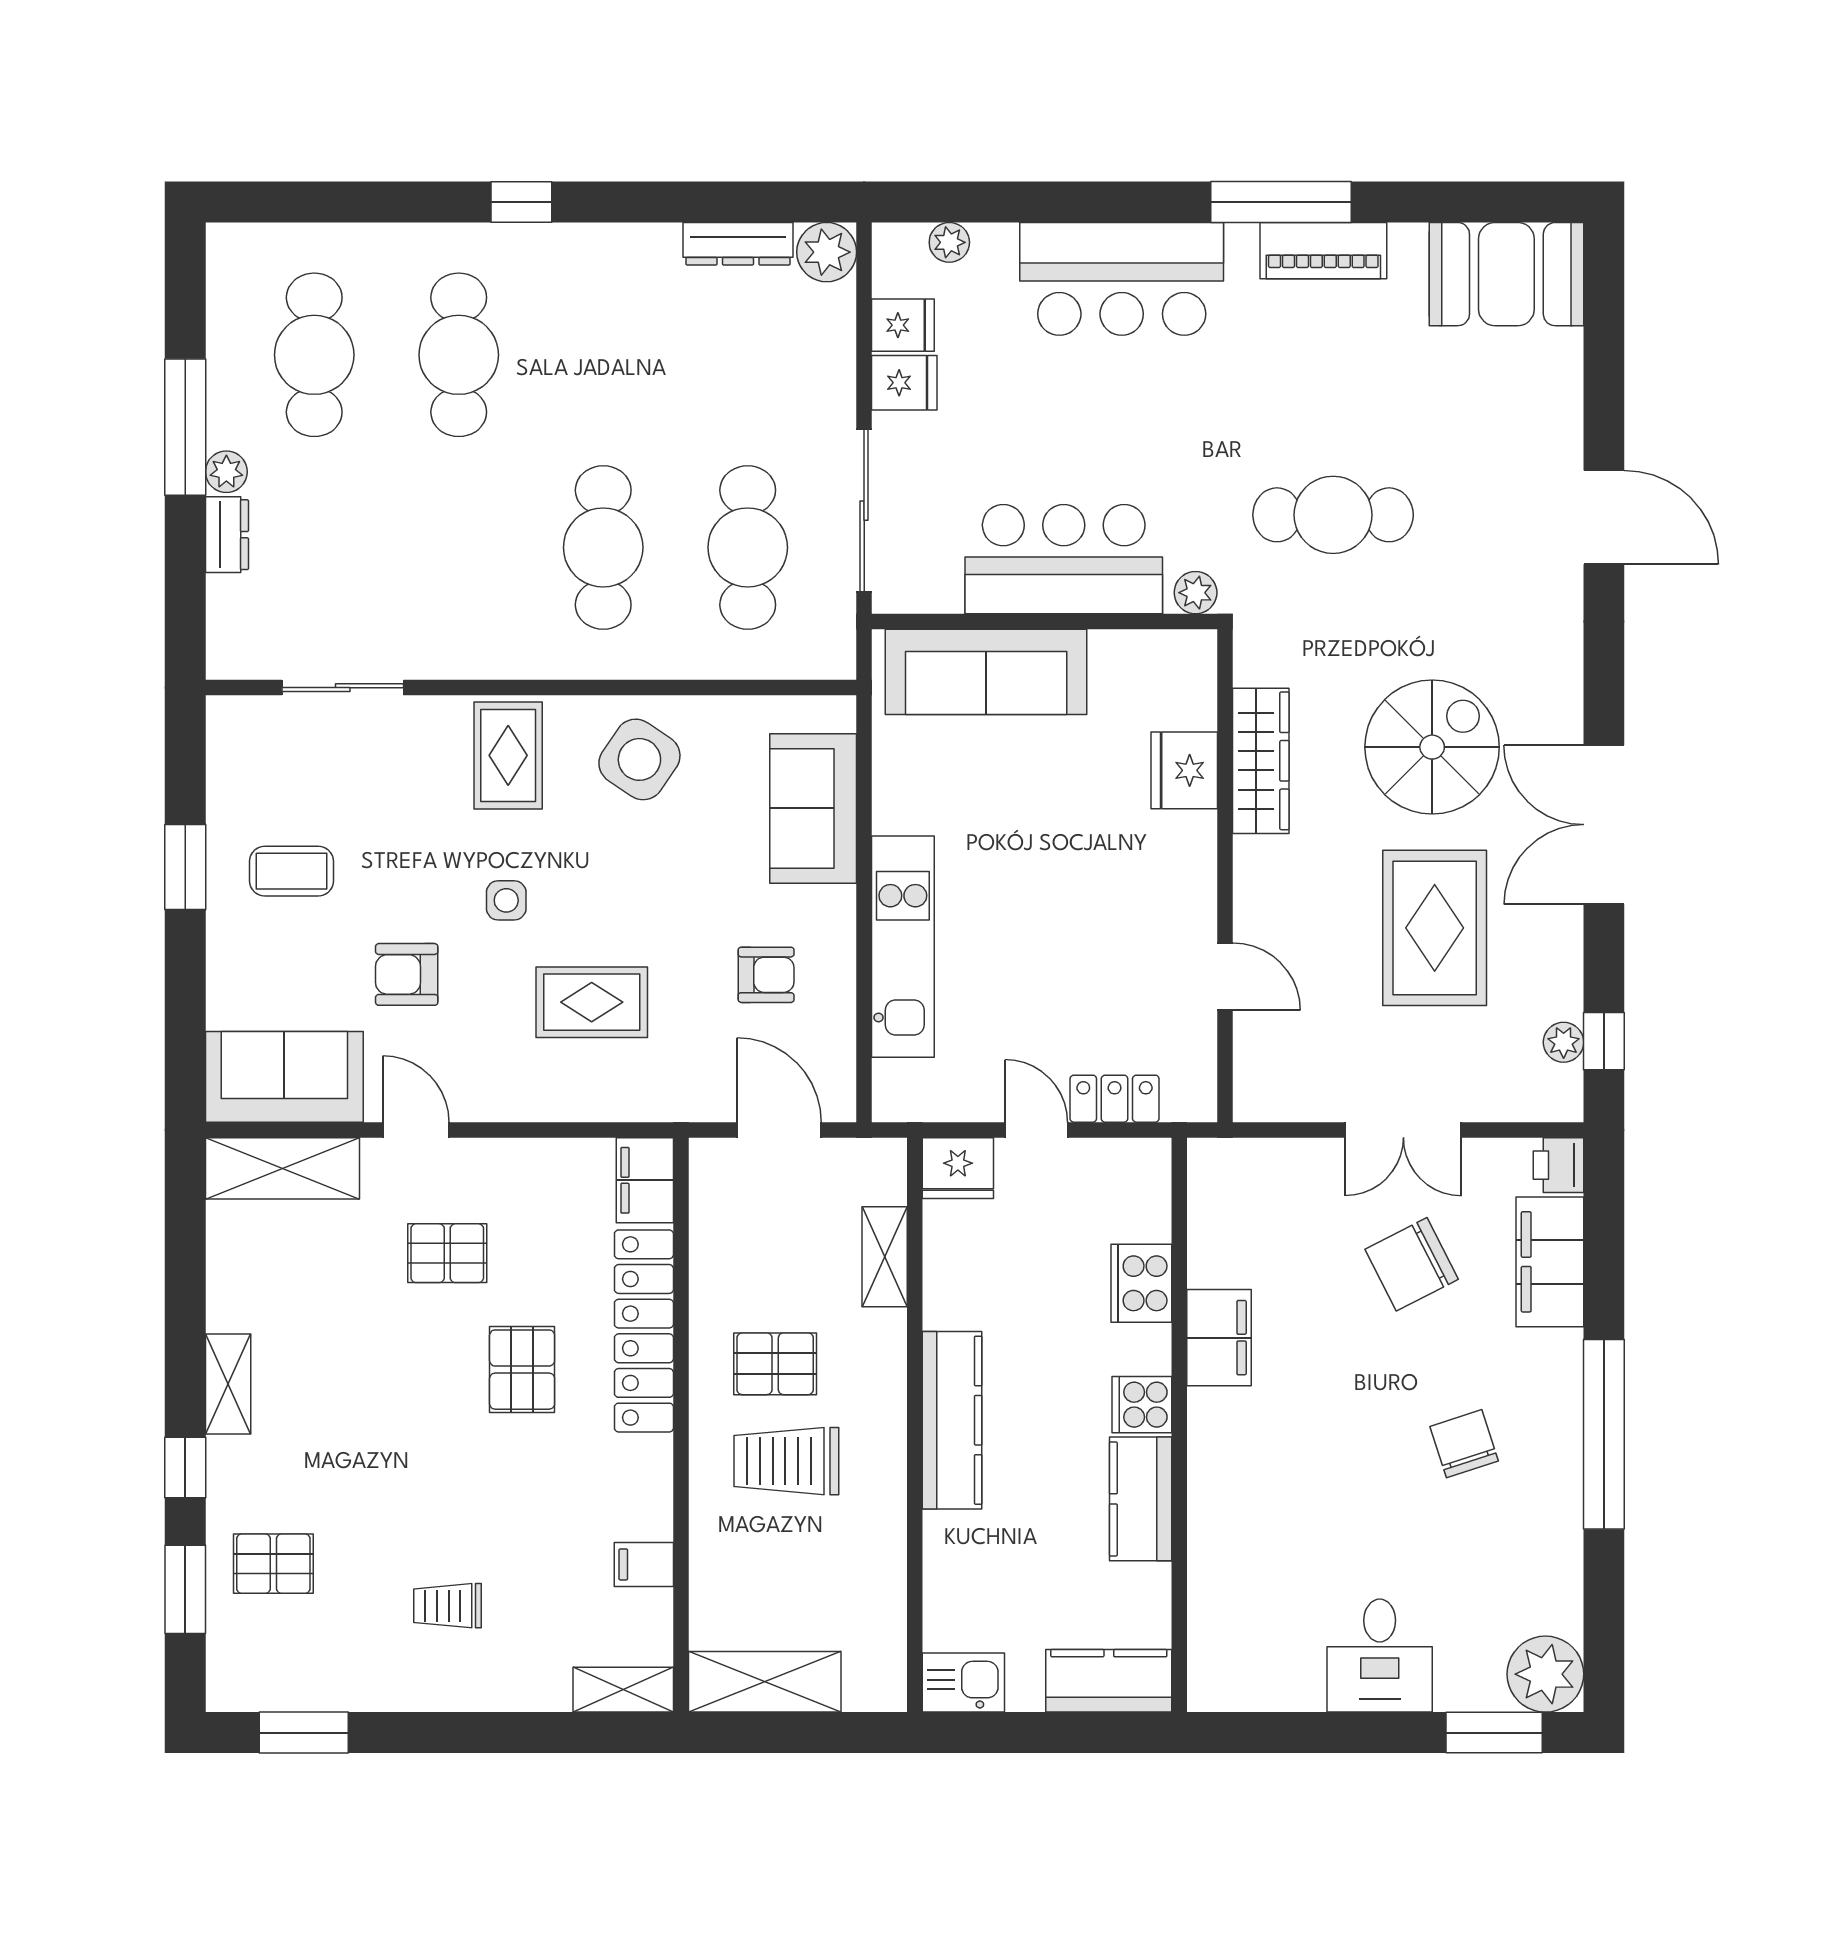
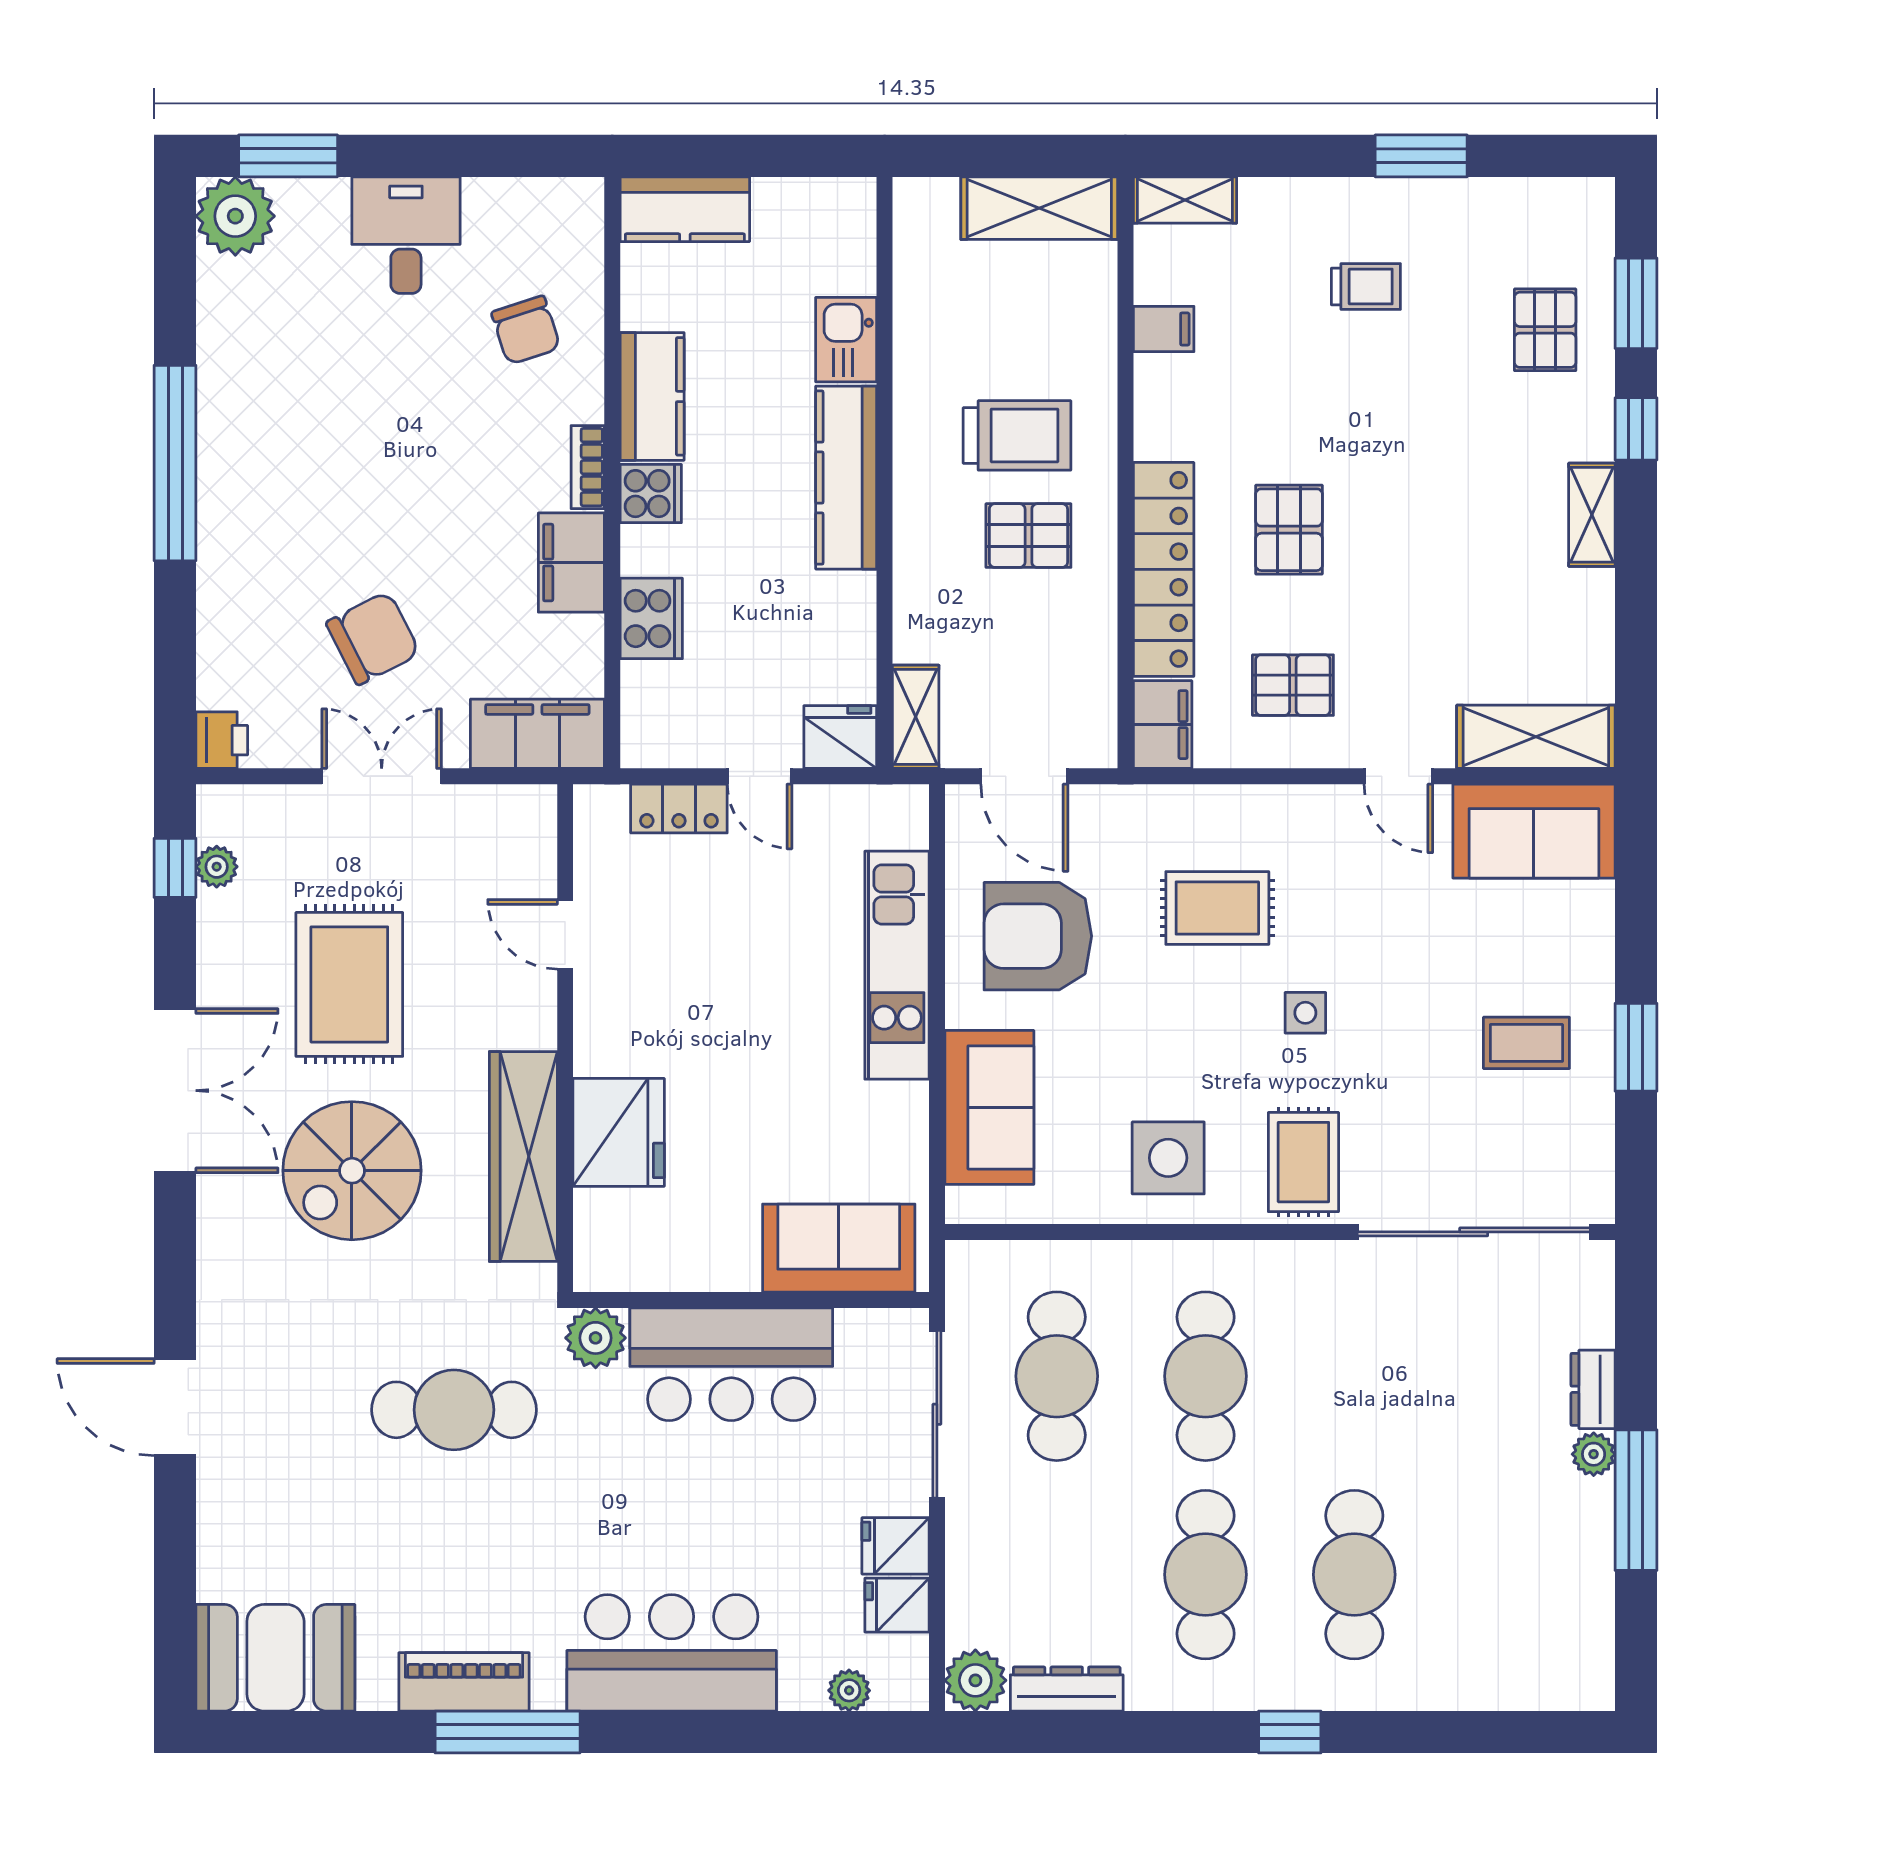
cafe table: (314, 355) -> (1206, 1575), moved
plant: (1196, 593) -> (596, 1338), width x1.38, depth x1.38
sofa: (986, 672) -> (839, 1248), width x0.73
sliding door: (343, 688) -> (1474, 1232), width x1.86
side table: (639, 759) -> (1168, 1158), turned -34
wardrobe: (1261, 761) -> (523, 1156), width x1.40, depth x1.17
fridge: (1184, 770) -> (619, 1132), width x1.36, depth x1.34
armchair: (407, 974) -> (1408, 937), removed
armchair: (766, 975) -> (1038, 936), width x1.88, depth x1.88
pallet: (447, 1253) -> (1293, 685), moved
shelving: (885, 1257) -> (916, 717), moved
filing cabinet: (1550, 1262) -> (537, 734), moved, turned -90
bookcase: (1203, 1430) -> (588, 467), added
chair: (1464, 1444) -> (526, 330), moved
pallet: (273, 1564) -> (1545, 330), turned 90
kitchen sink: (963, 1683) -> (846, 340), moved, turned 90
window: (304, 1733) -> (1421, 156), moved

